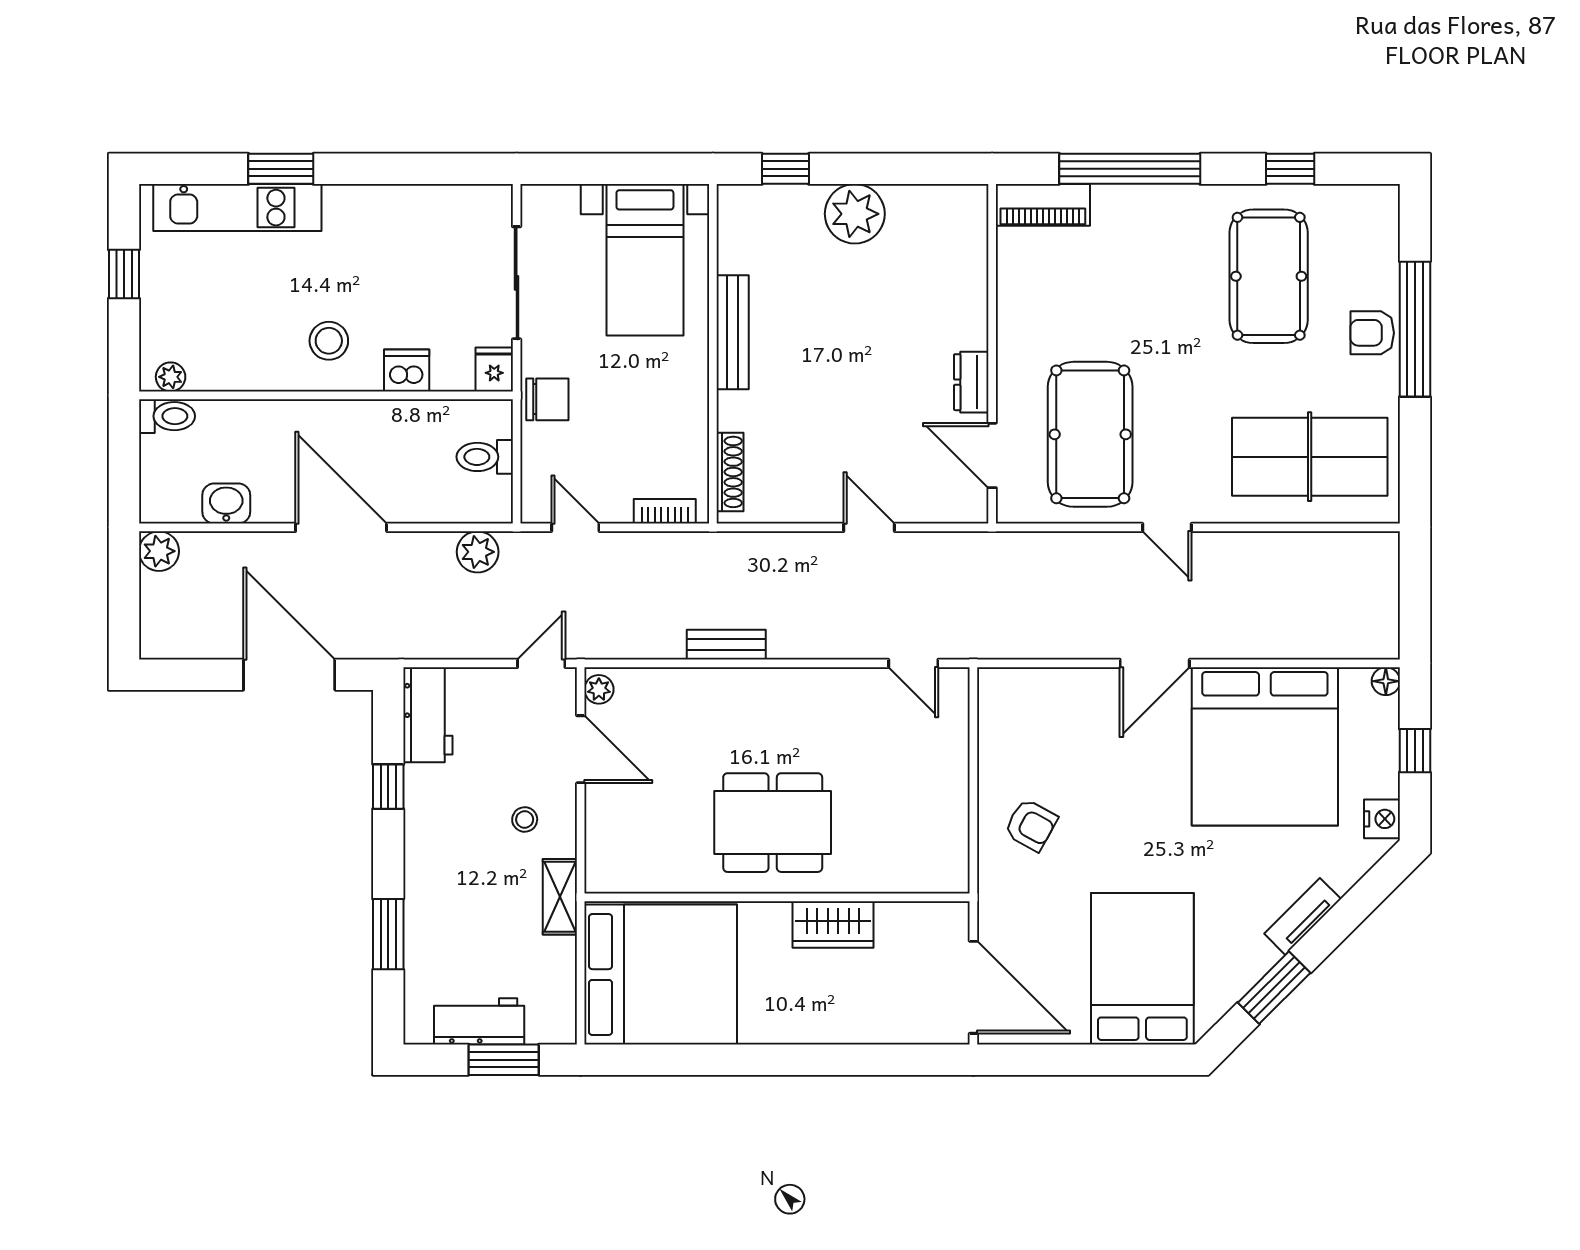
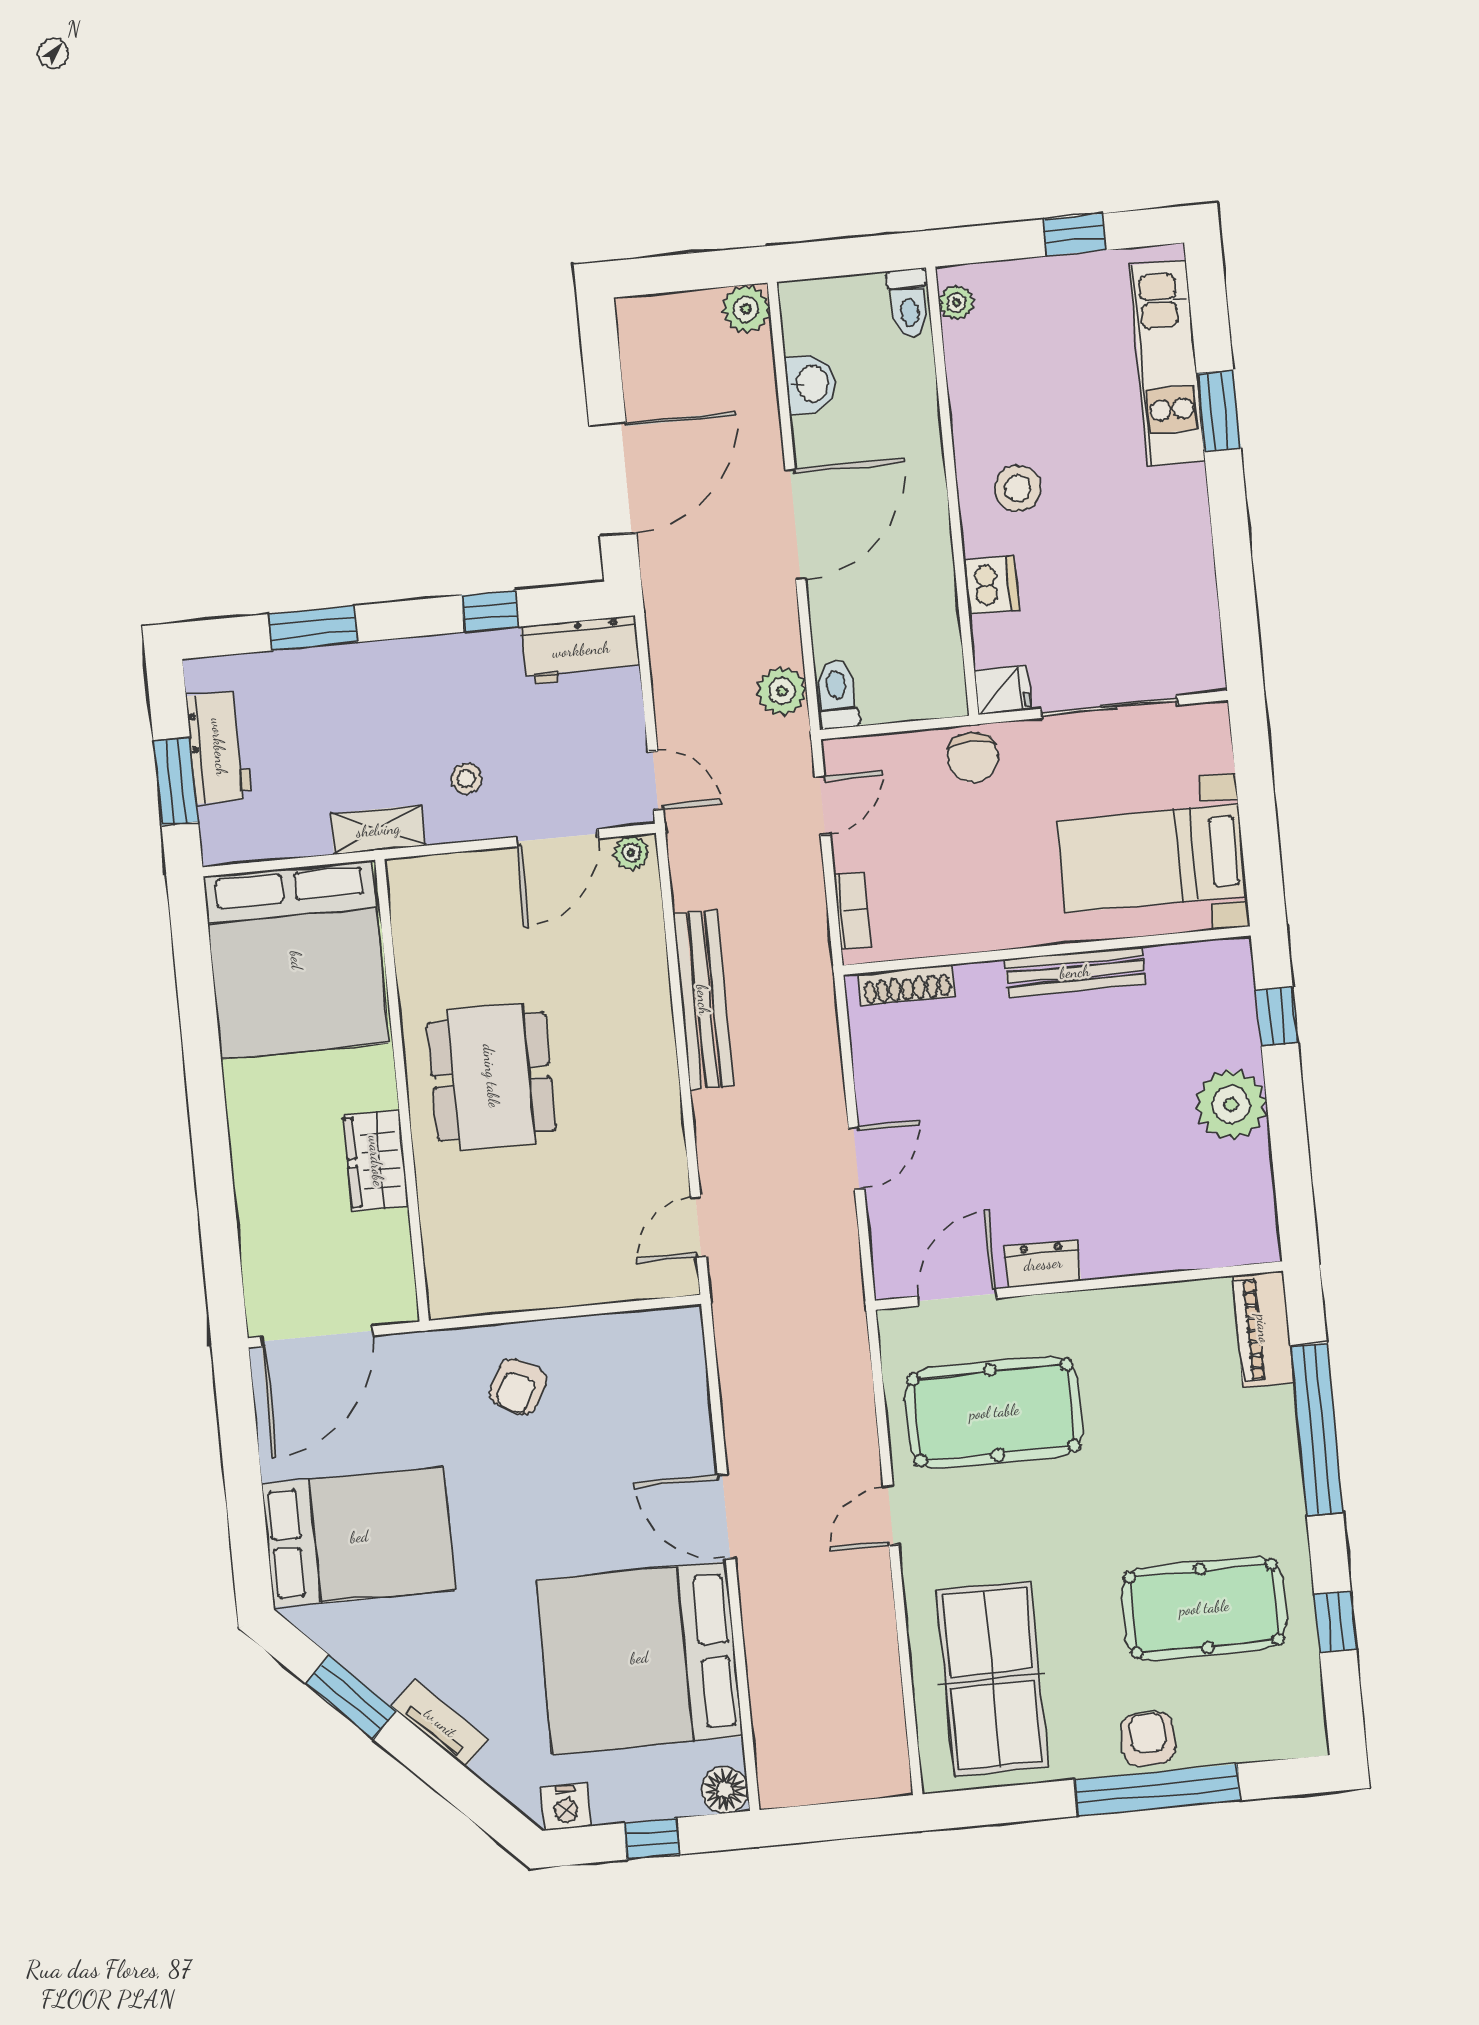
toilet: (485, 457) -> (837, 694), moved
bench: (726, 645) -> (703, 1000), width x1.86, depth x1.21
floor lamp: (1386, 681) -> (725, 1790), width x1.37, depth x1.37

